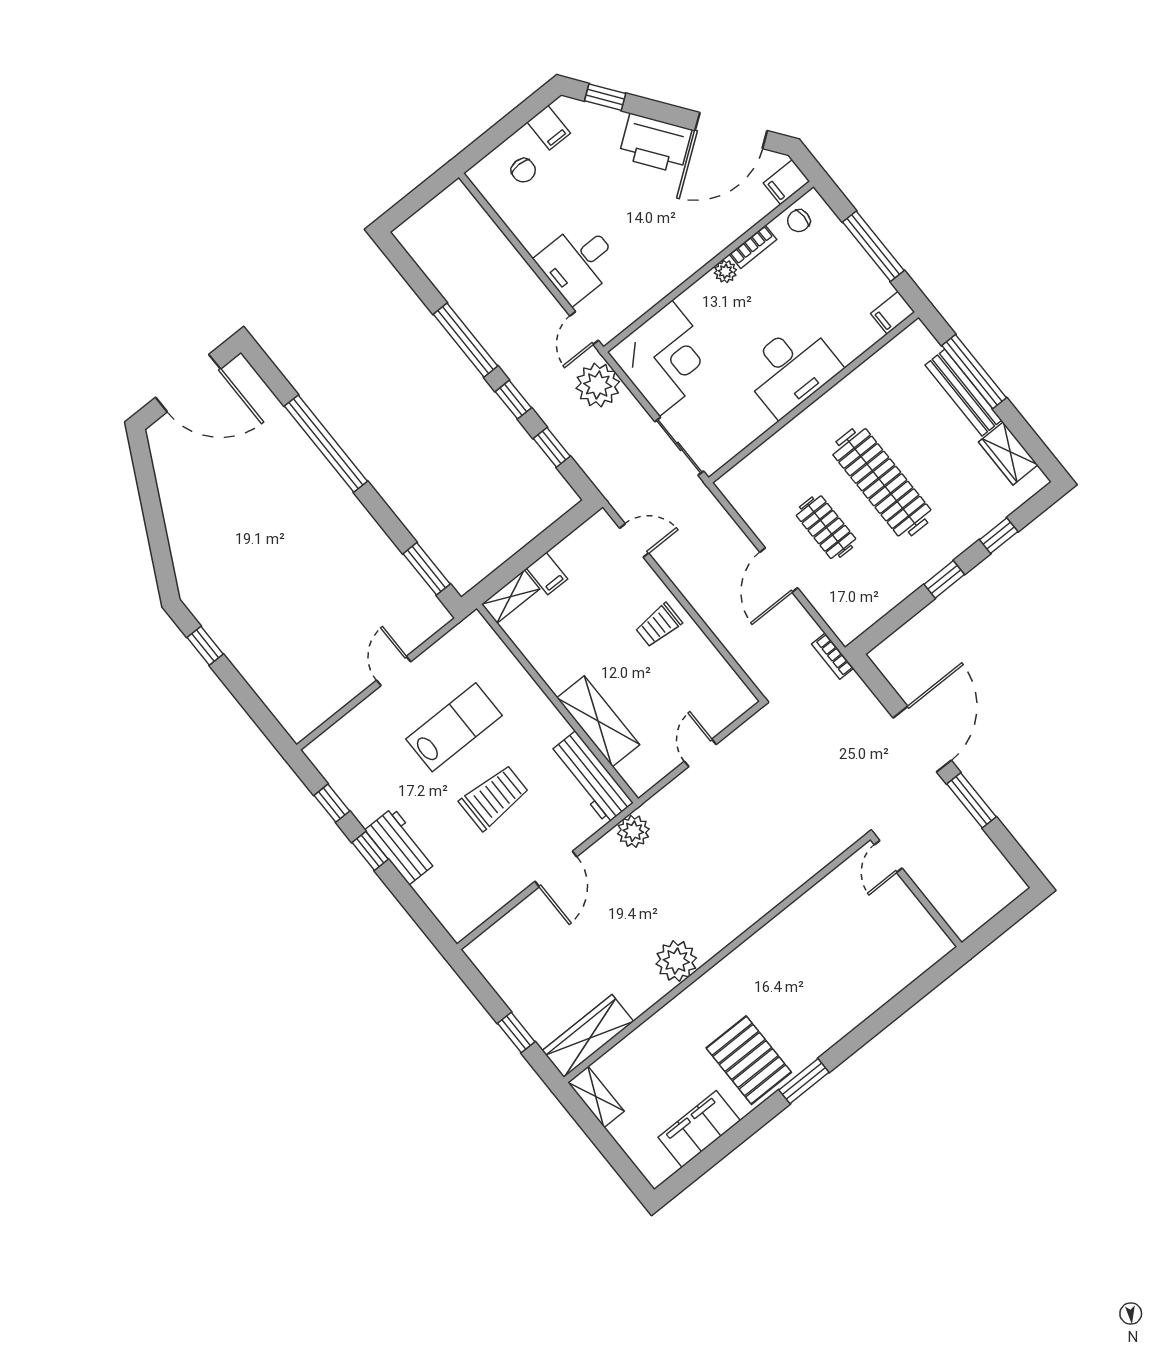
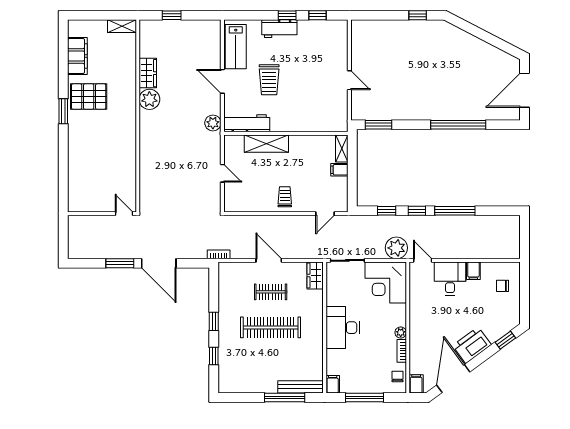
filing cabinet: (549, 128) -> (473, 271), moved, turned -90
bench: (963, 393) -> (301, 387), moved
wardrobe: (1008, 453) -> (315, 275), moved, turned -90
lab bench: (454, 727) -> (236, 47), moved
wardrobe: (588, 1036) -> (148, 73), moved, width x0.67

